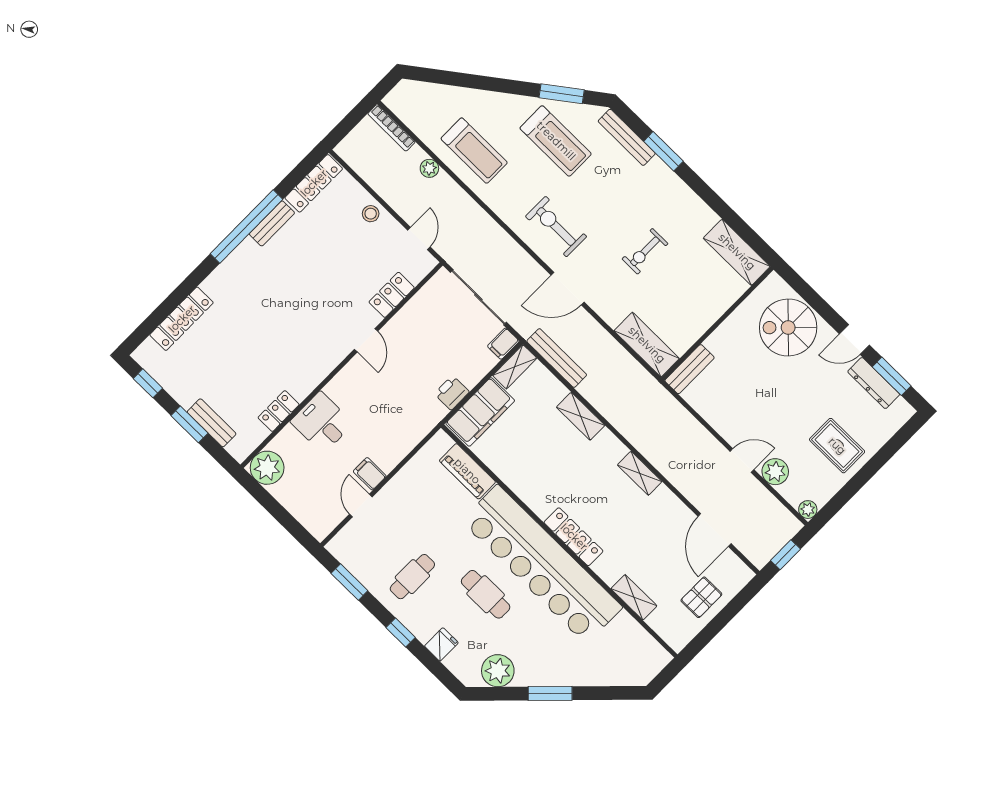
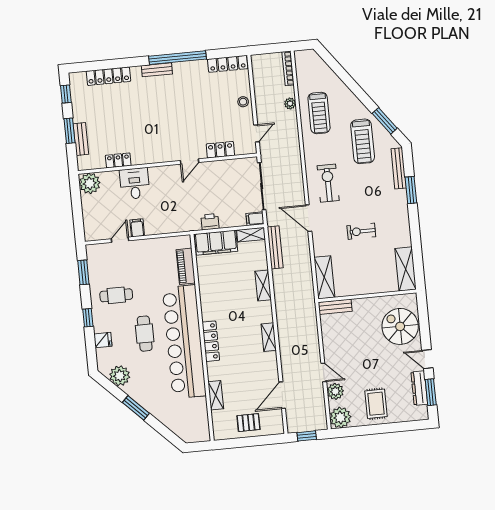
bench: (272, 223) -> (157, 70), moved
plant: (808, 510) -> (340, 418), width x1.88, depth x1.88

